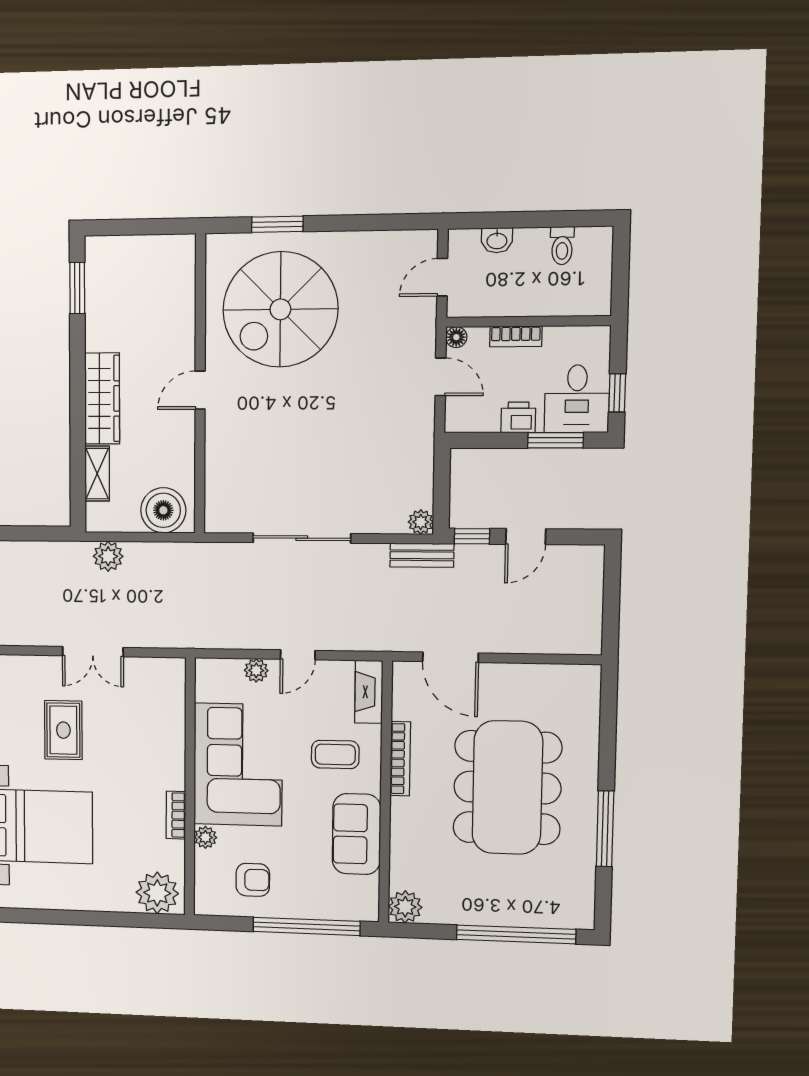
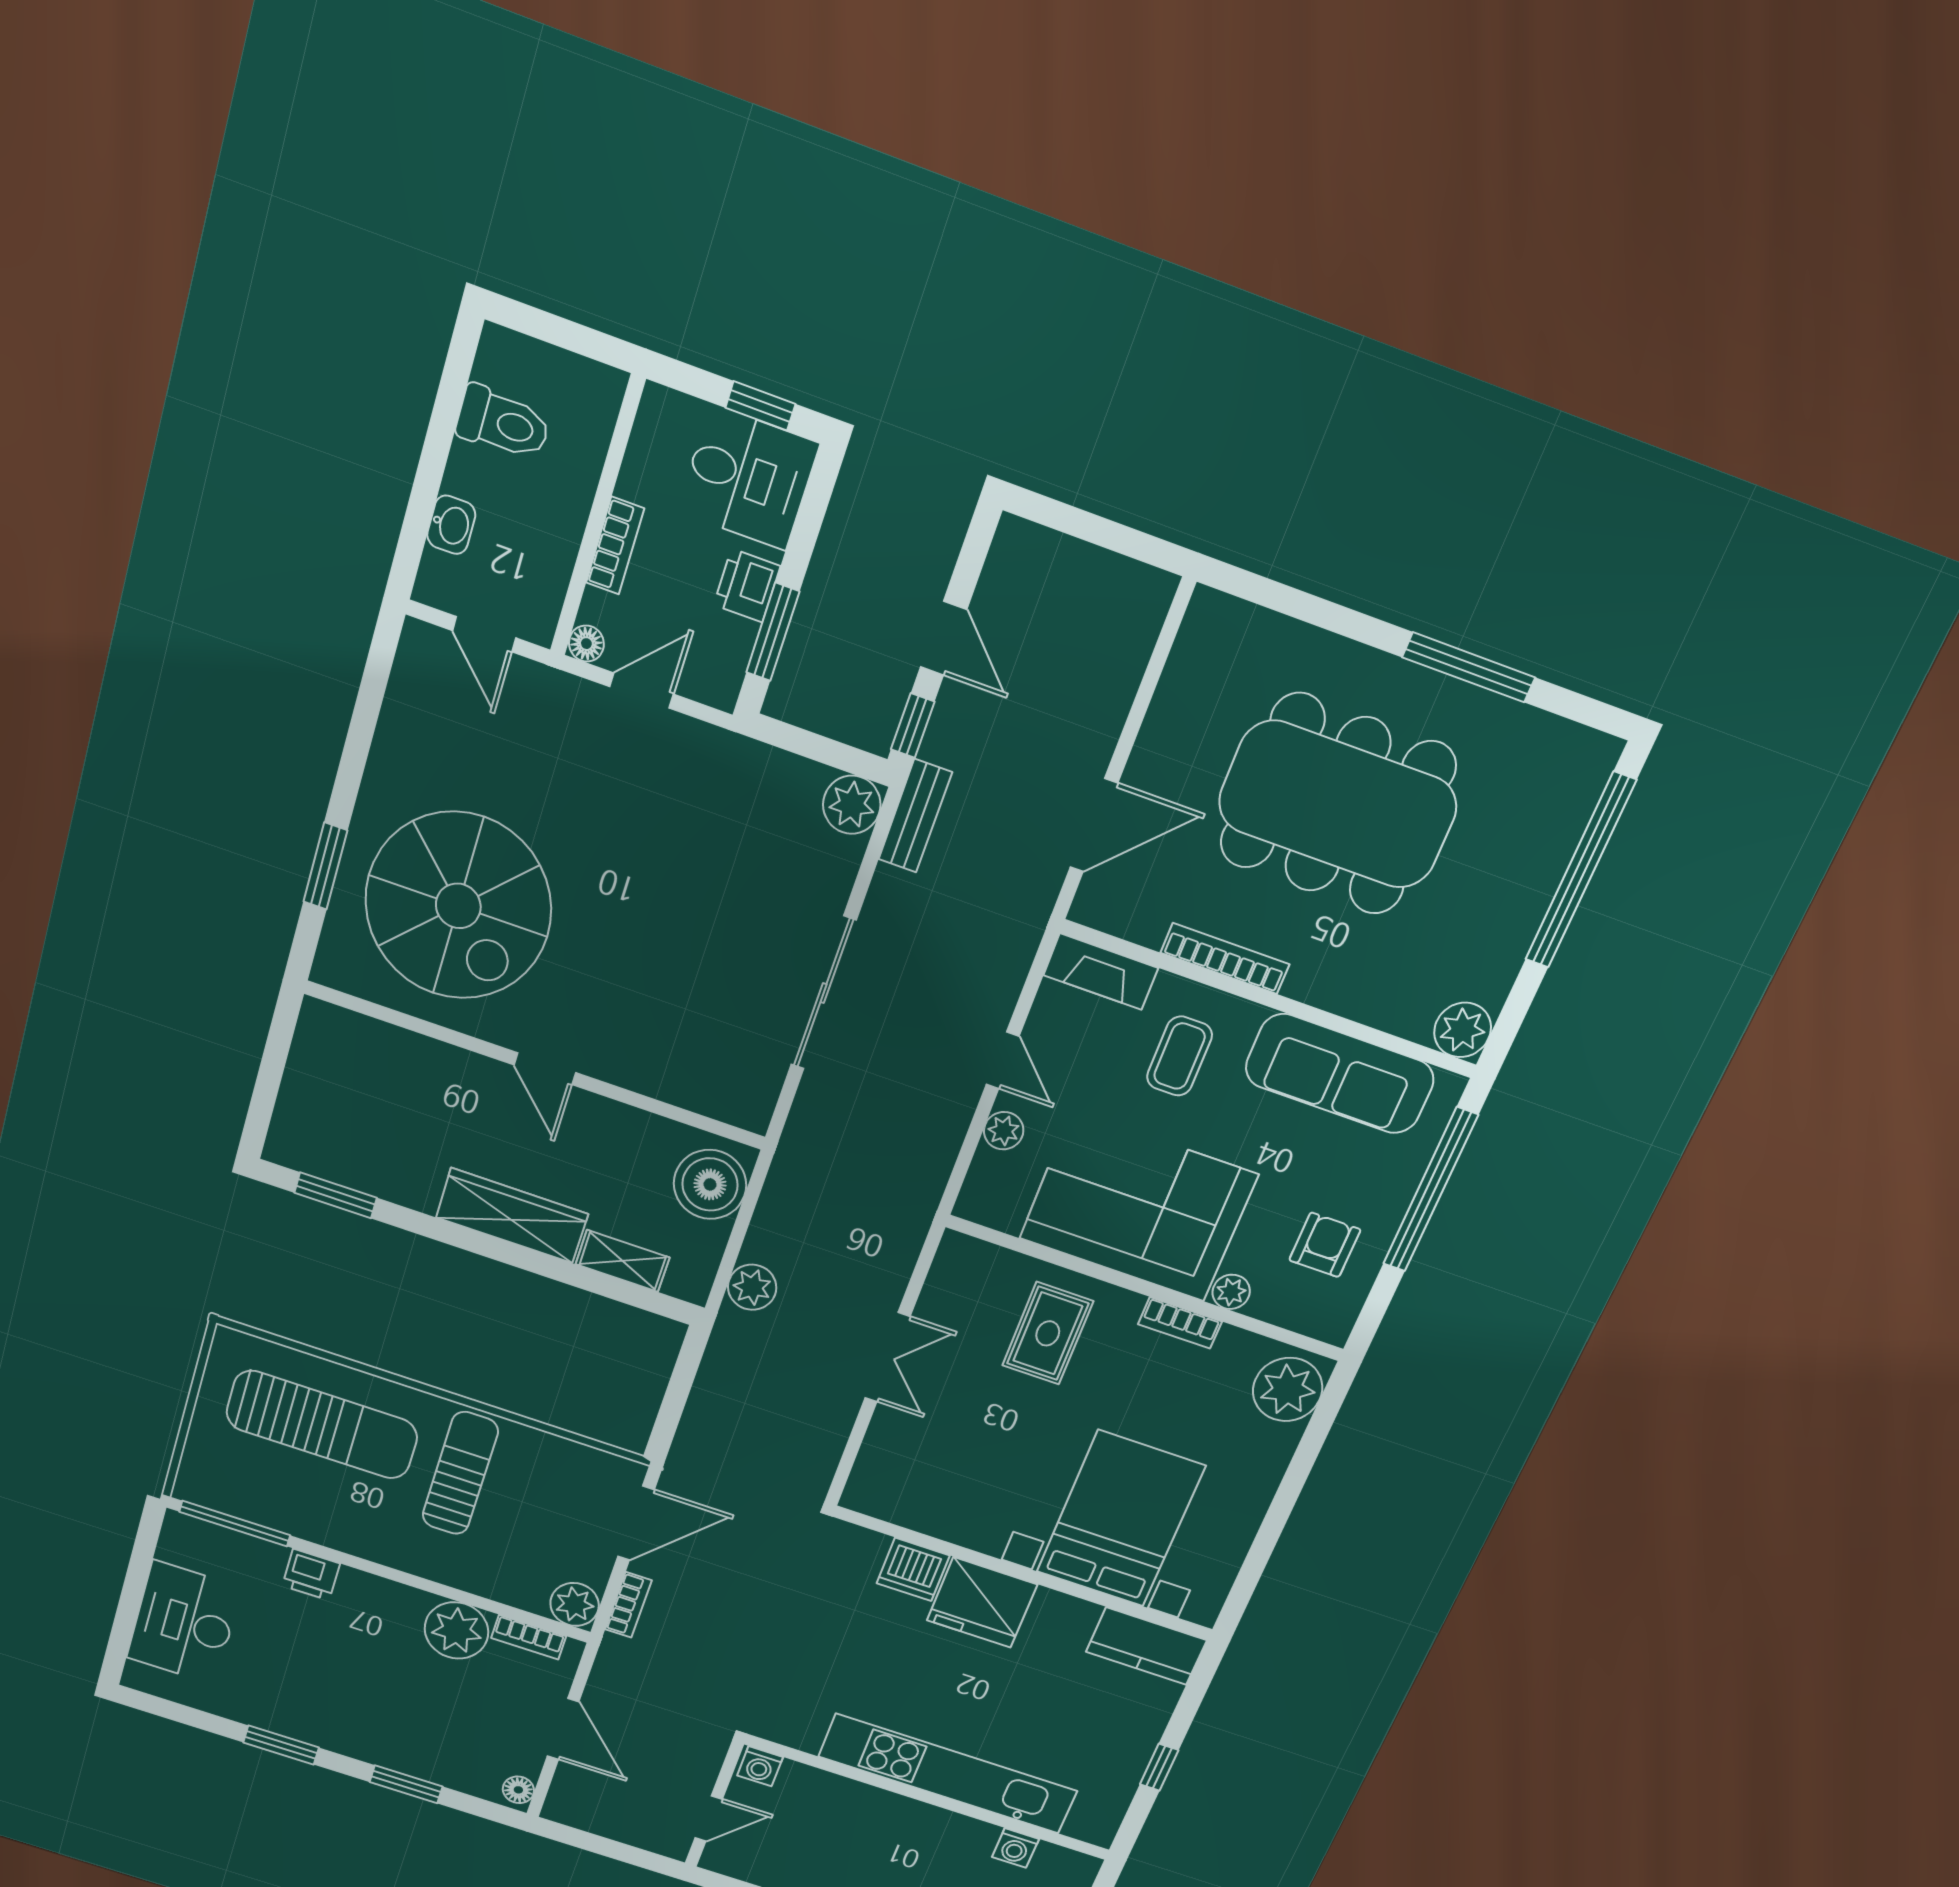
toilet: (562, 246) -> (503, 423), width x1.37, depth x1.39
window: (555, 440) -> (773, 632), moved
plant: (421, 522) -> (852, 805), width x1.38, depth x1.38
rug: (63, 730) -> (1048, 1333), moved, turned 90
sofa: (356, 834) -> (1340, 1074), width x1.36

